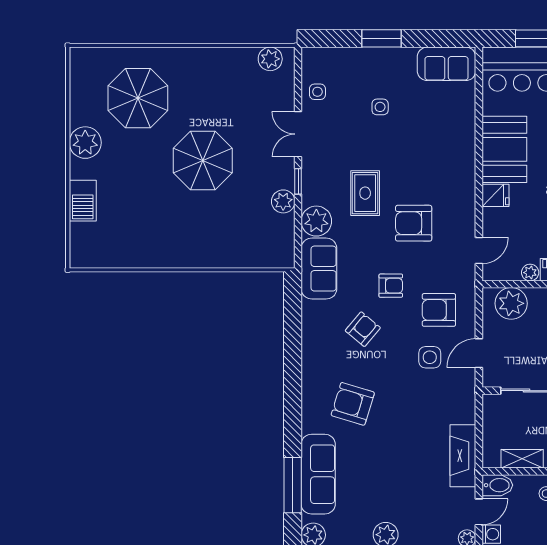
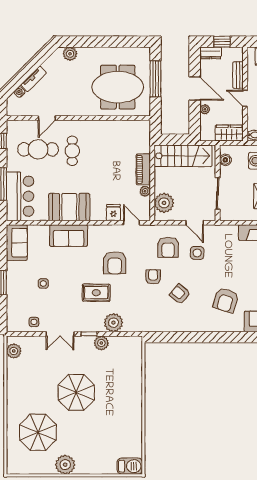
fridge: (495, 195) -> (113, 213), moved
barbecue: (83, 201) -> (130, 466), moved
sofa: (319, 269) -> (69, 236), moved, turned 180

